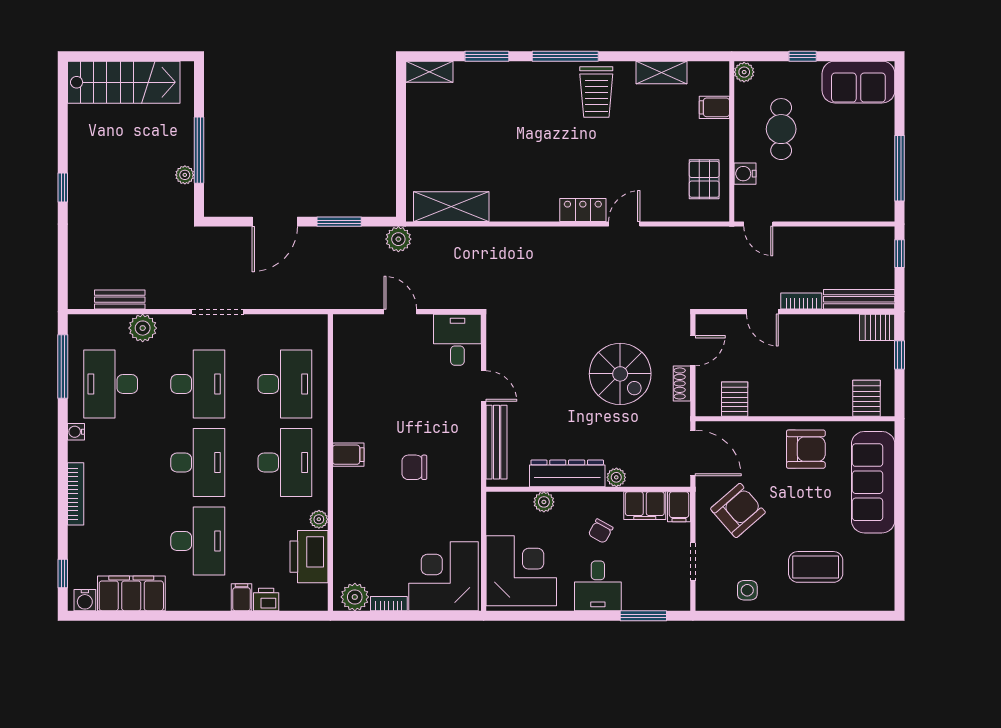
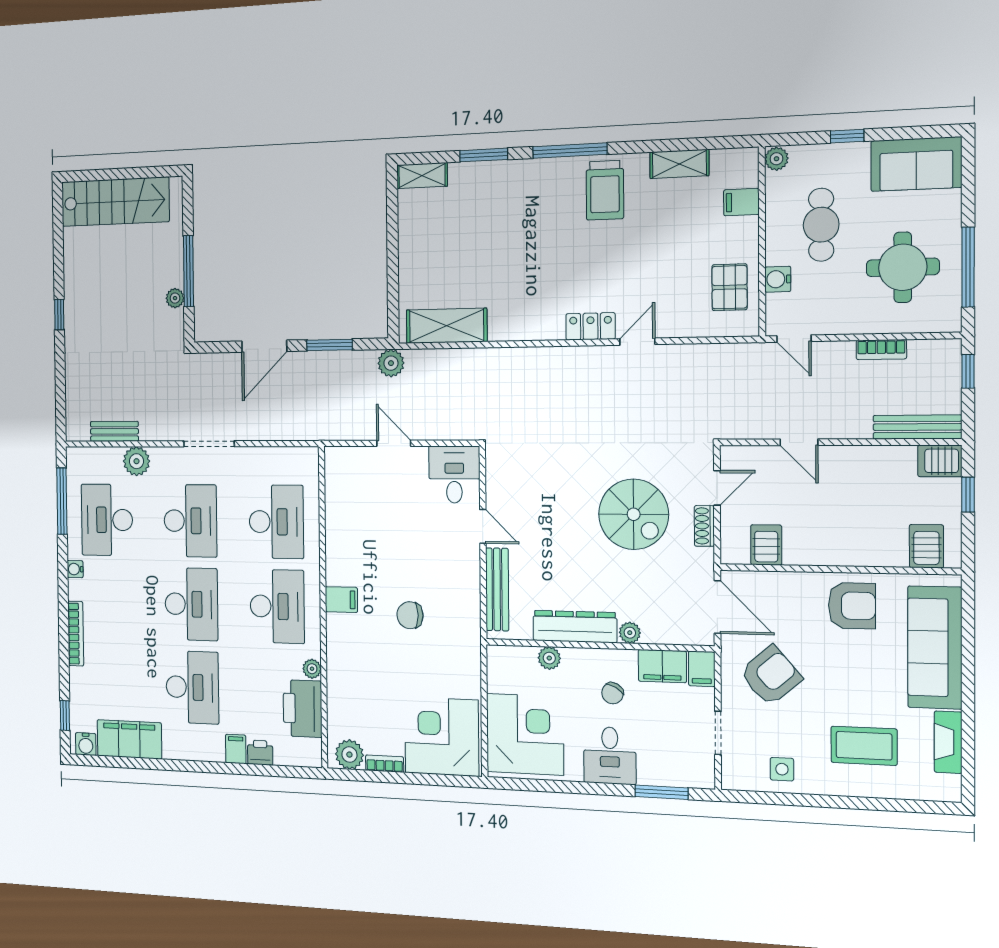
round table: (848, 167) -> (903, 267), added
bookcase: (801, 301) -> (881, 350), moved, turned 180
fireplace: (884, 561) -> (948, 742), added

